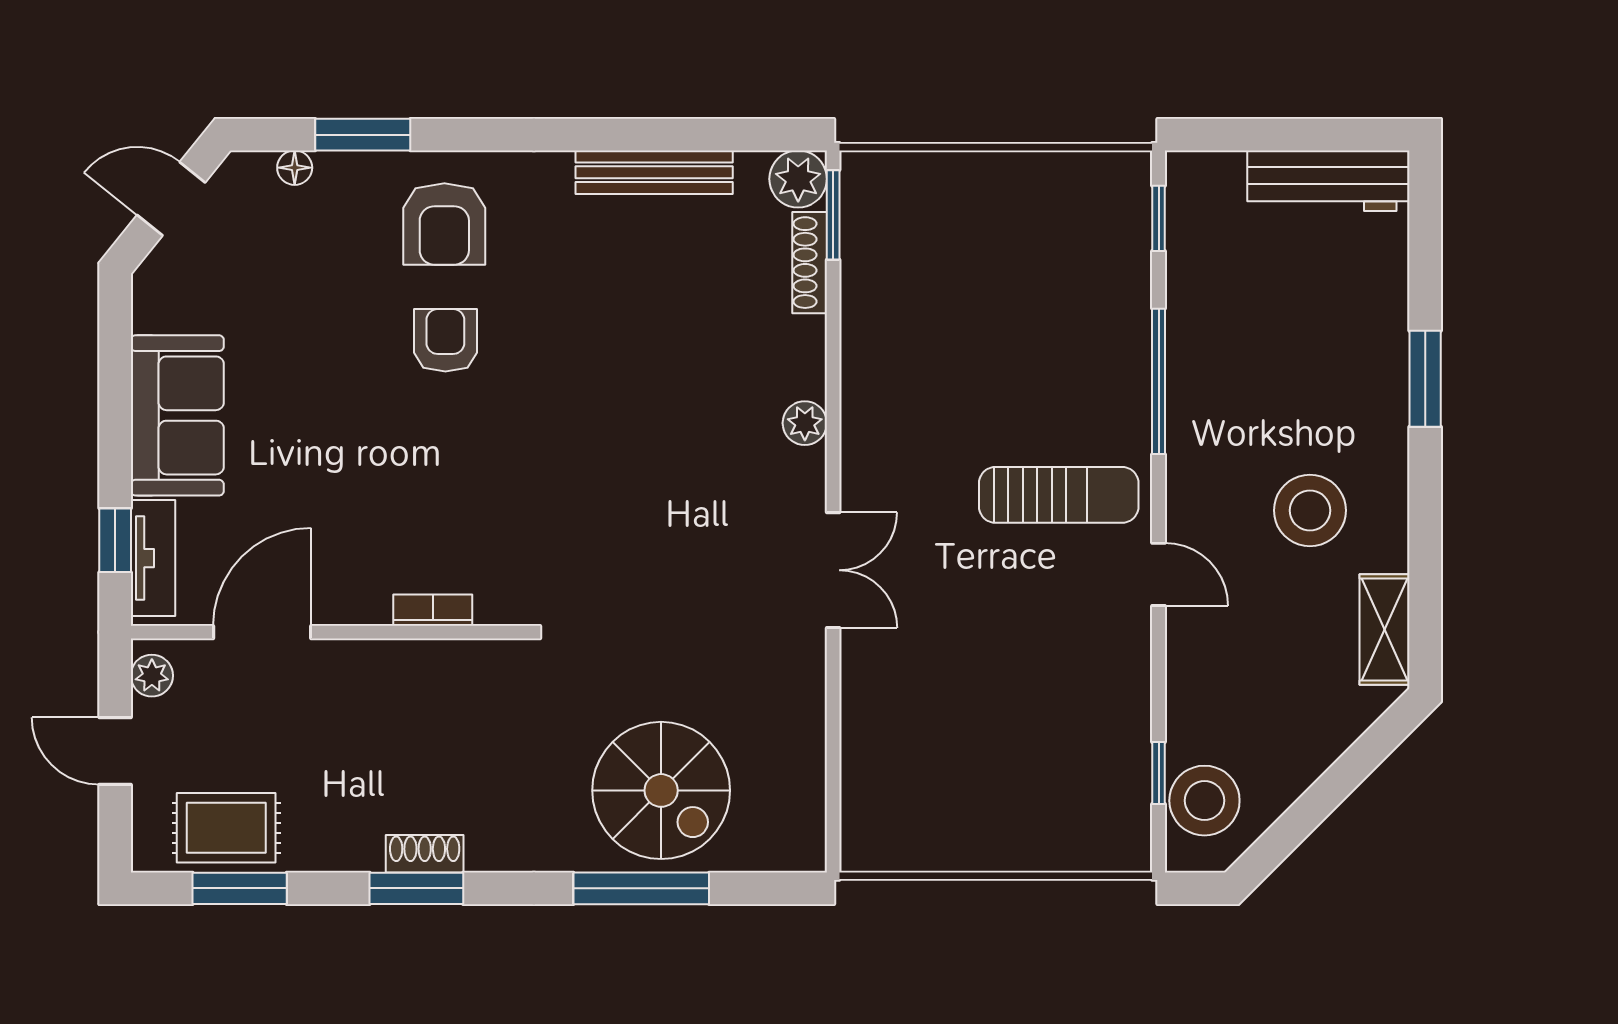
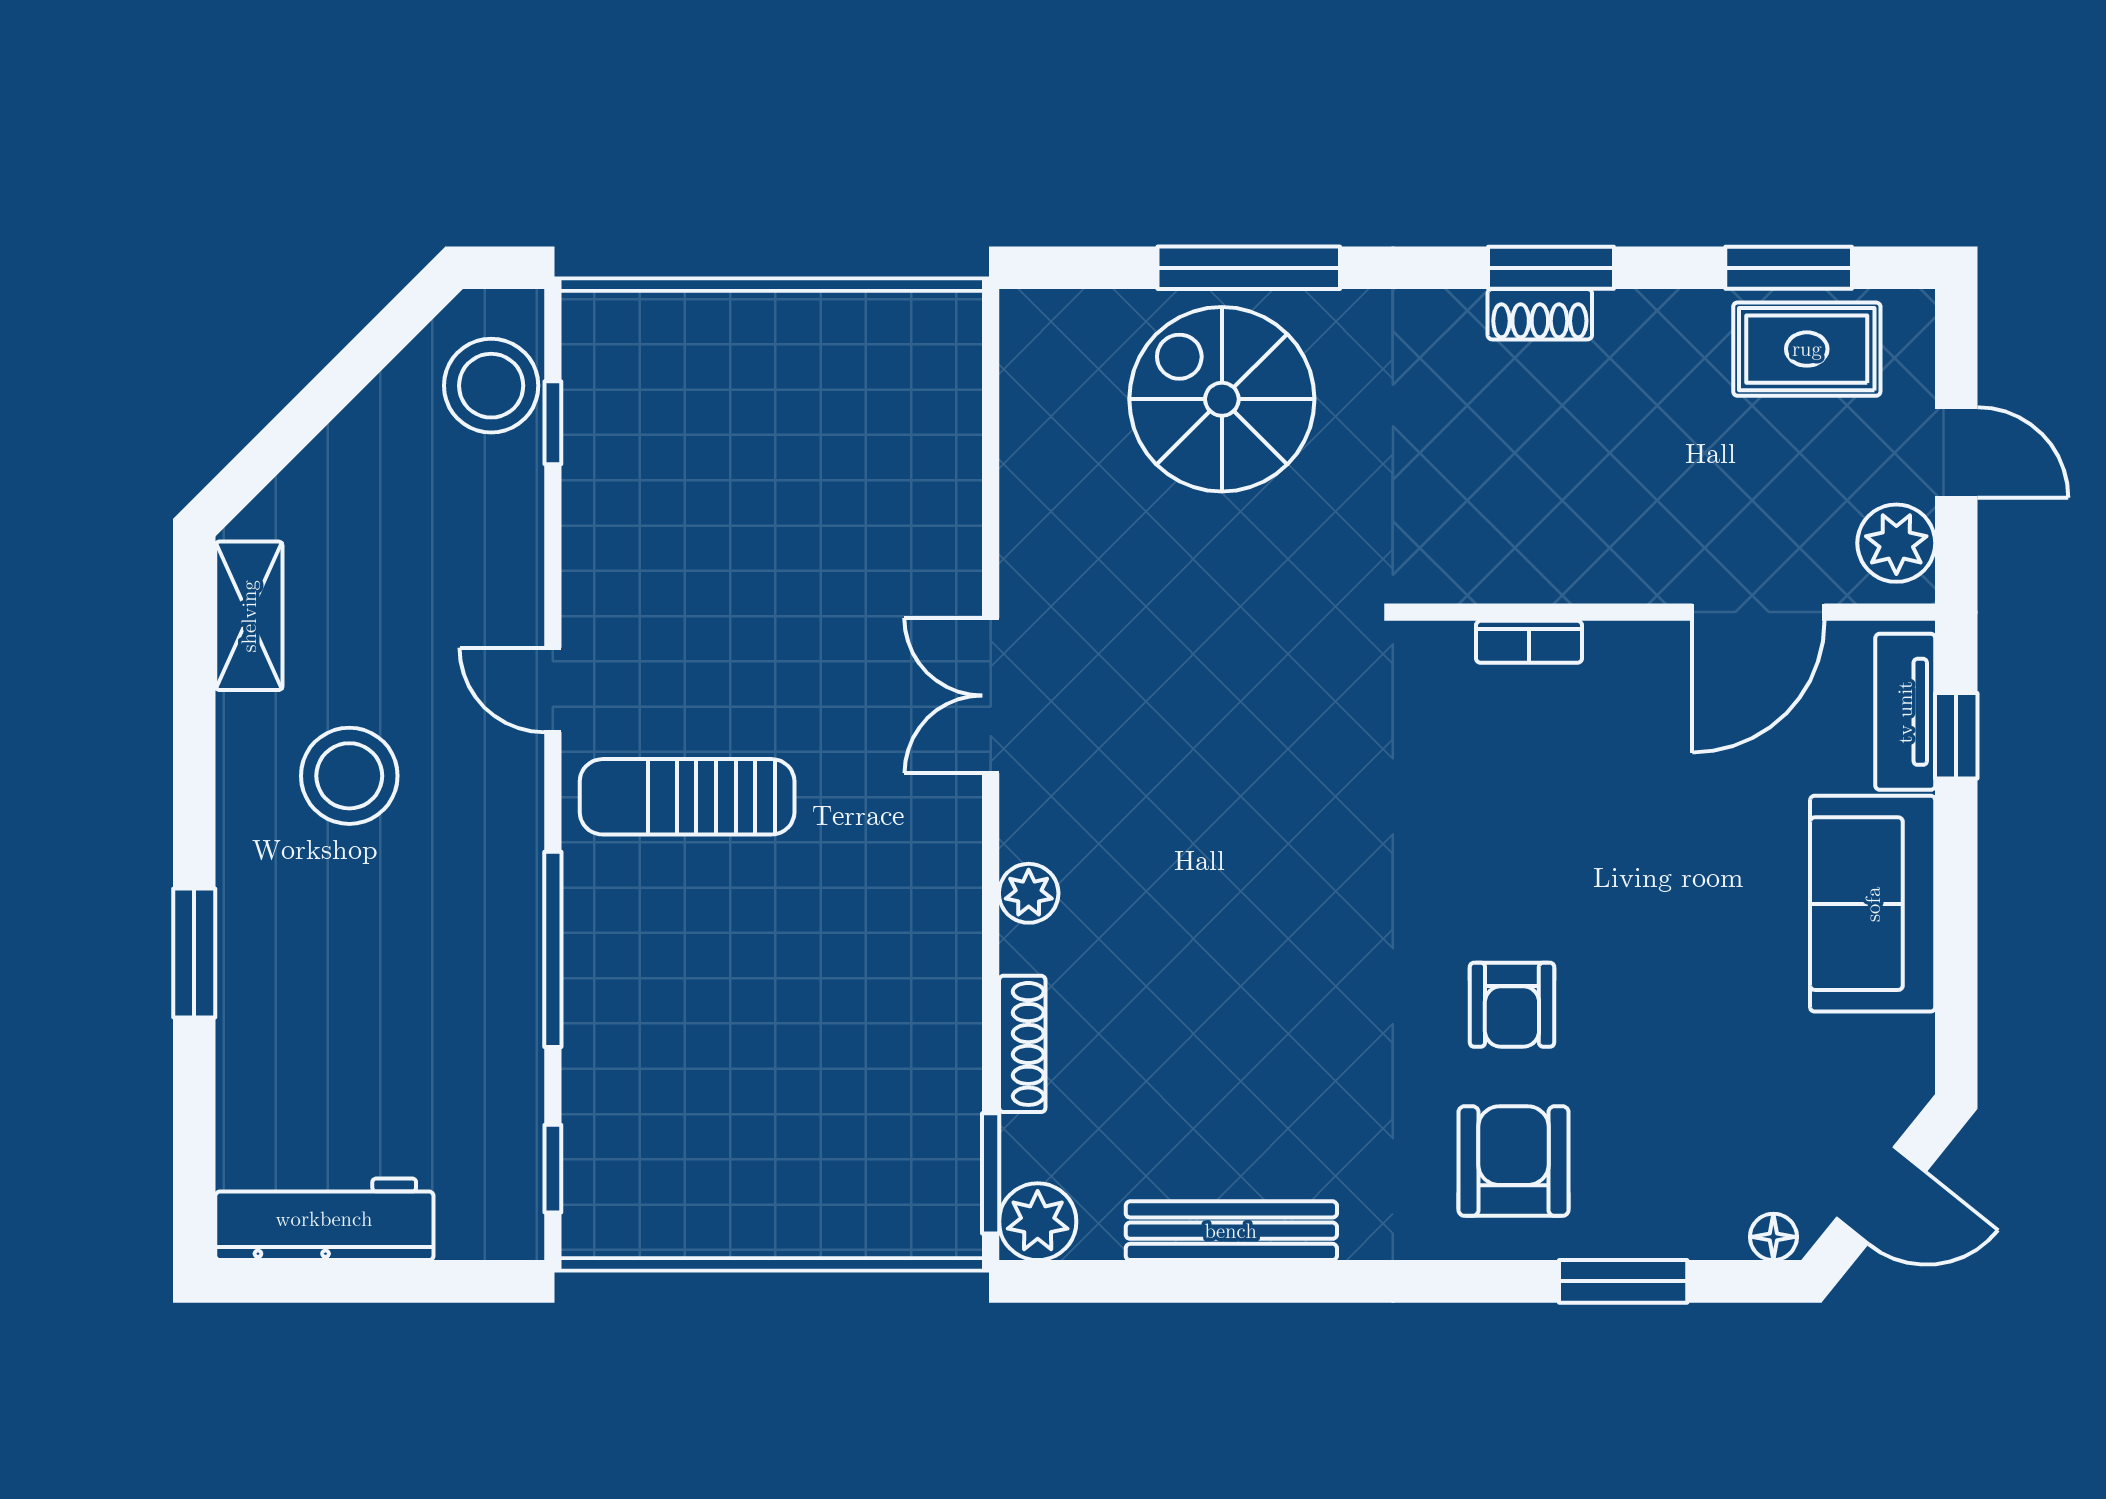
floor lamp: (295, 168) -> (1773, 1237), moved
shoe rack: (810, 263) -> (1022, 1044), moved
plant: (152, 676) -> (1896, 543), width x1.38, depth x1.38

